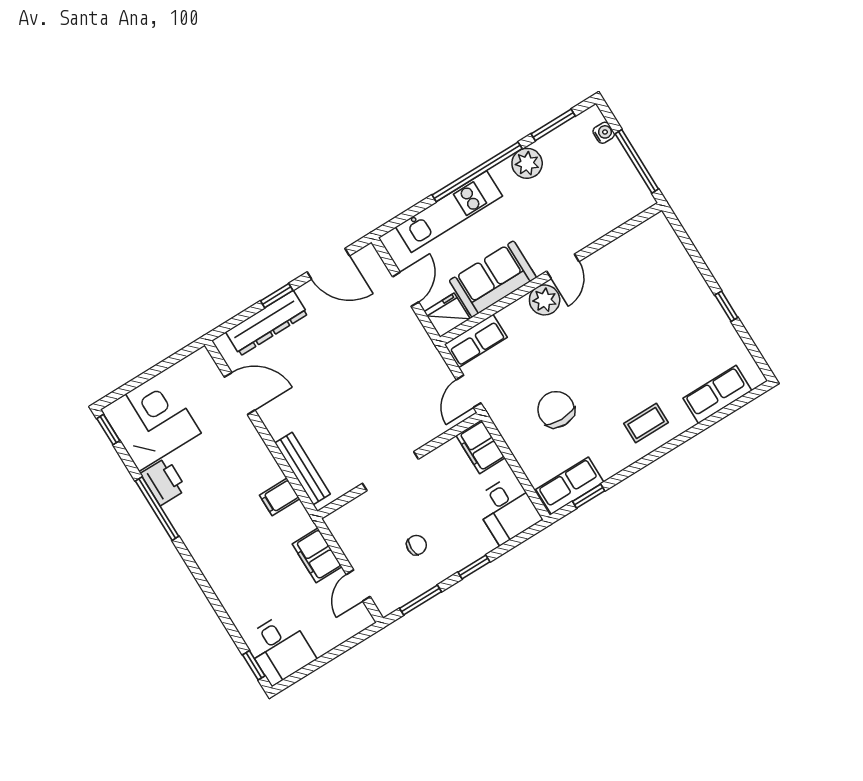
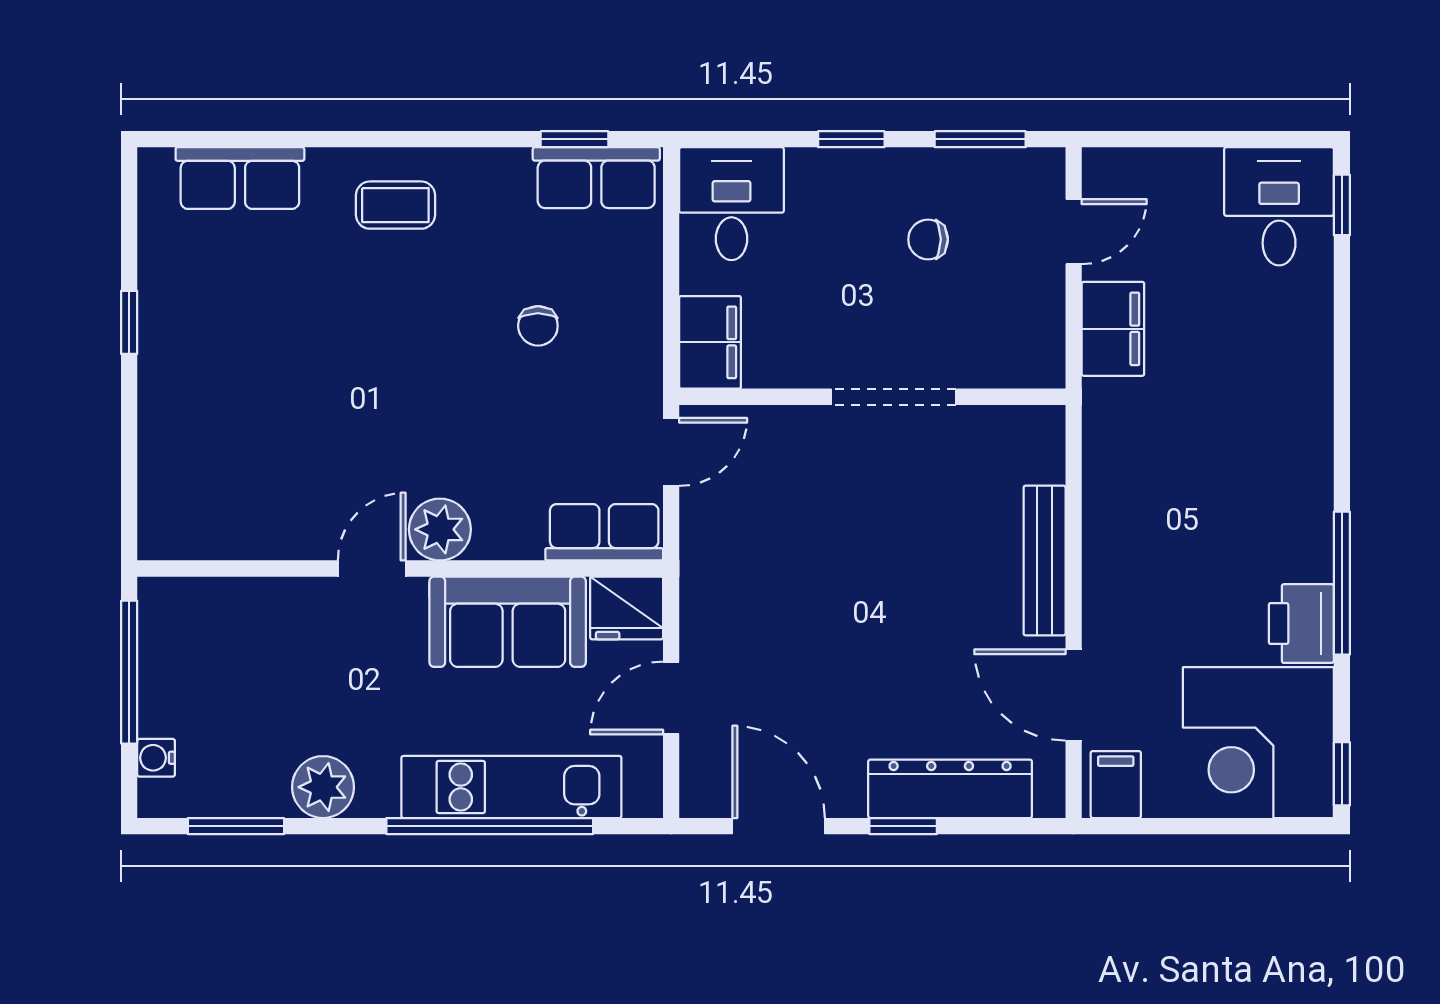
window: (477, 172) -> (490, 826), moved
chair: (556, 409) -> (538, 326), width x0.54, depth x0.54
bench: (303, 469) -> (1045, 561), moved
filing cabinet: (280, 497) -> (1116, 785), moved, turned -90

